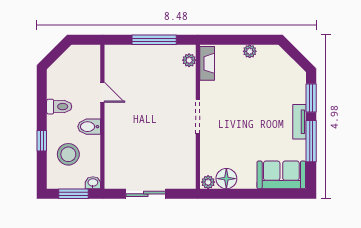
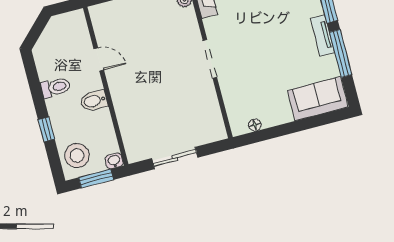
stool: (68, 154) -> (77, 155), moved
floor lamp: (226, 179) -> (255, 125), width x0.53, depth x0.53
plant: (208, 182) -> (240, 128), removed

